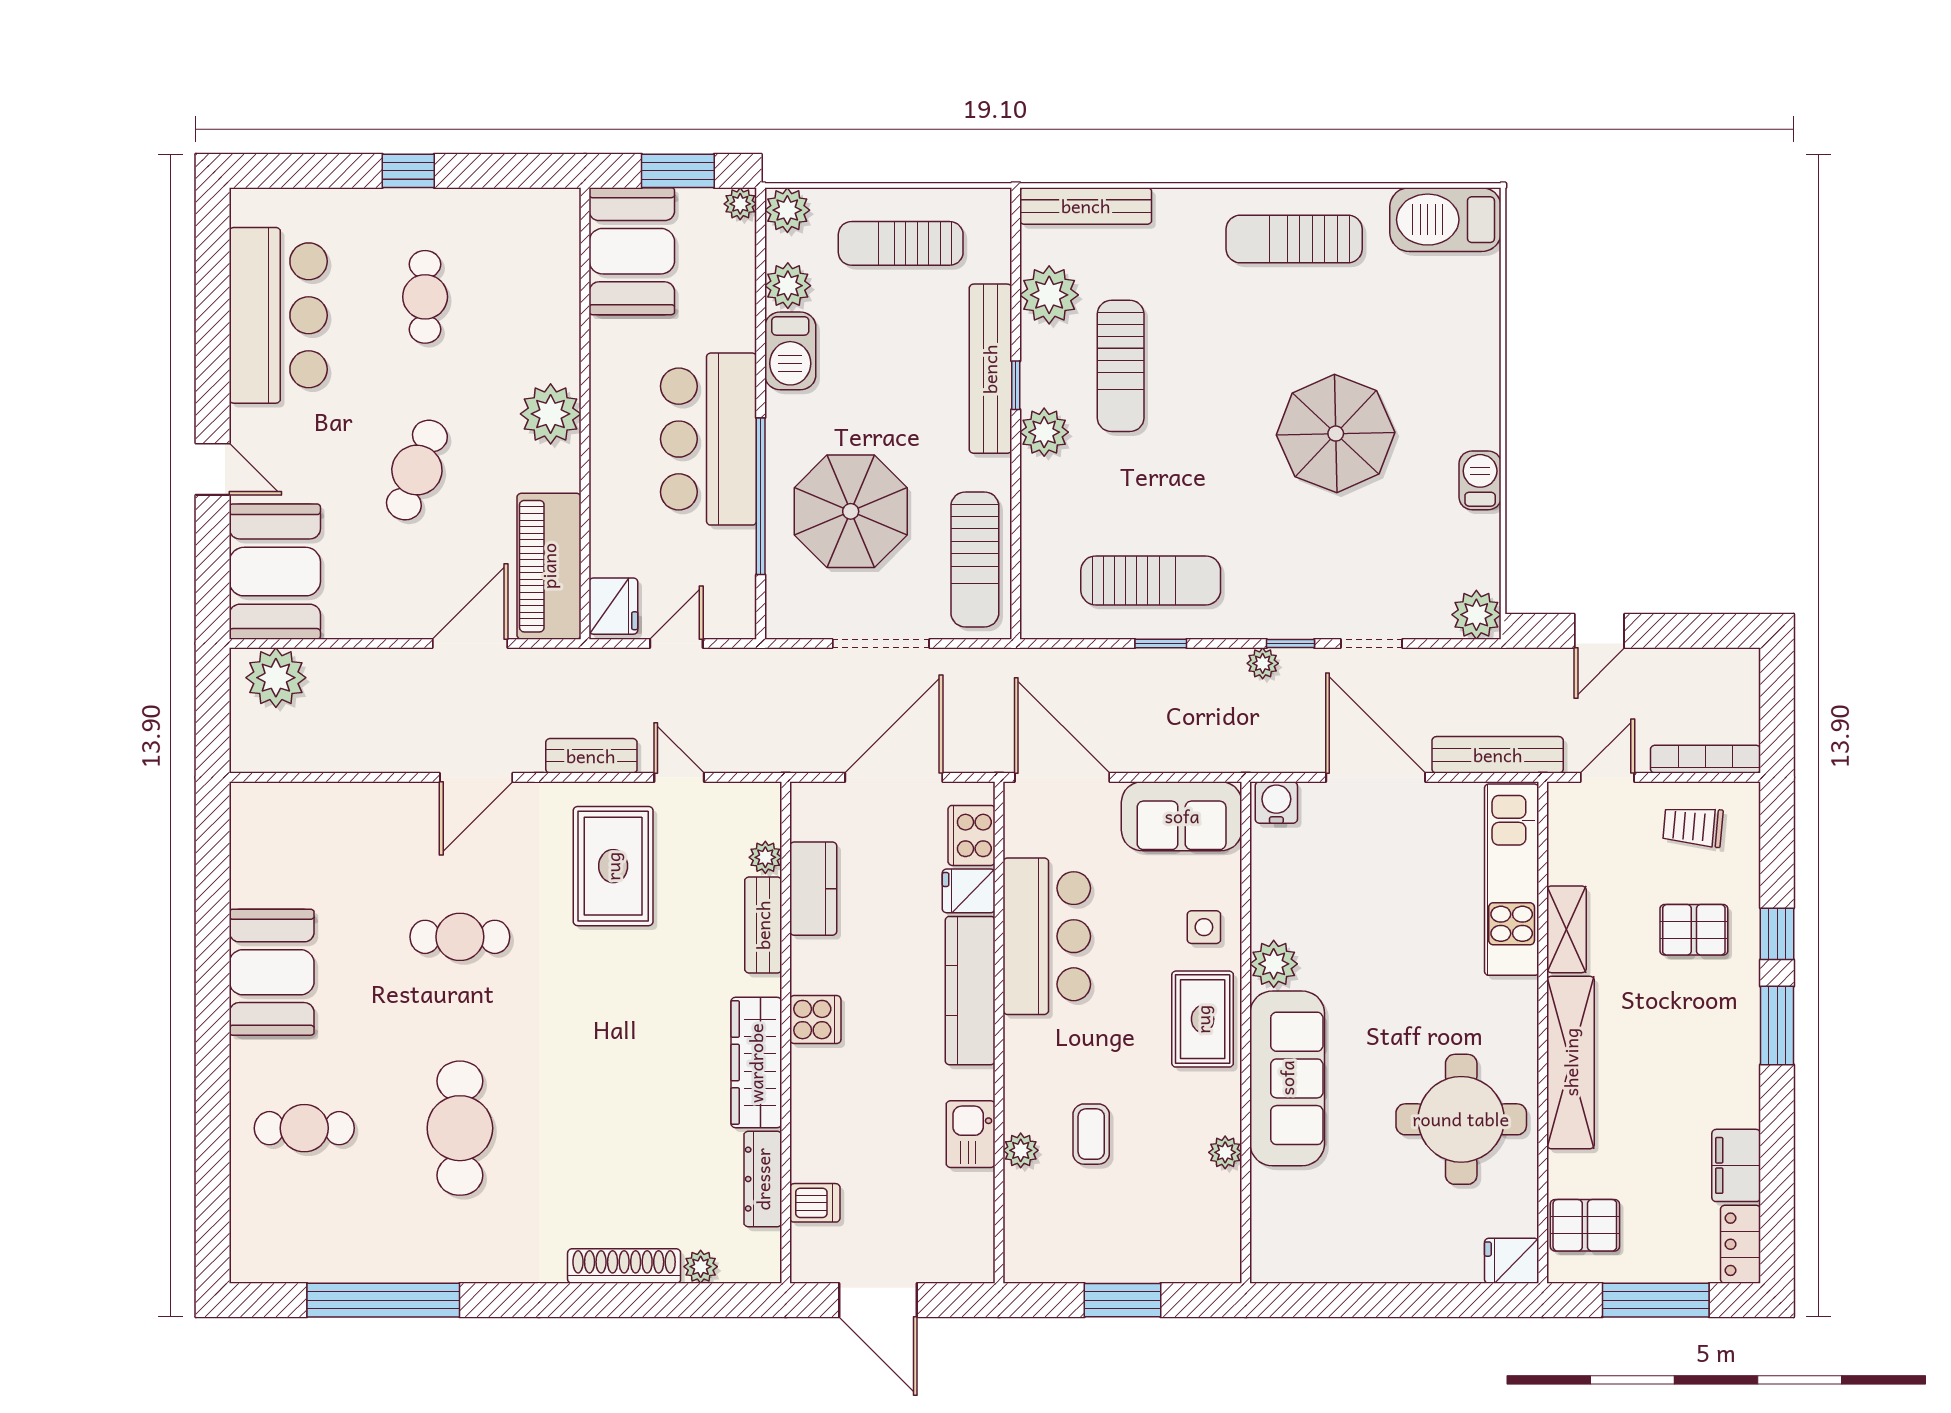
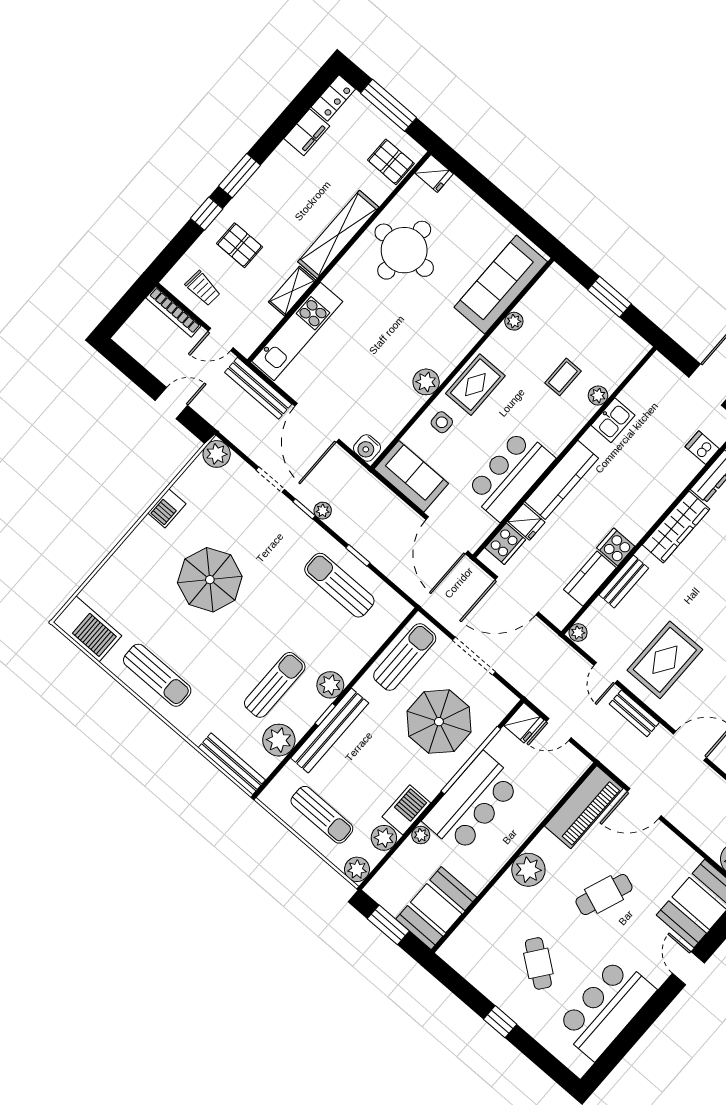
plant: (740, 204) -> (421, 835), moved
cafe table: (425, 297) -> (538, 963), turned -53
fridge: (613, 606) -> (524, 723), moved, turned 180
plant: (765, 857) -> (578, 633), moved
cooker: (815, 1020) -> (616, 547), moved
sofa: (1287, 1078) -> (501, 284), moved

